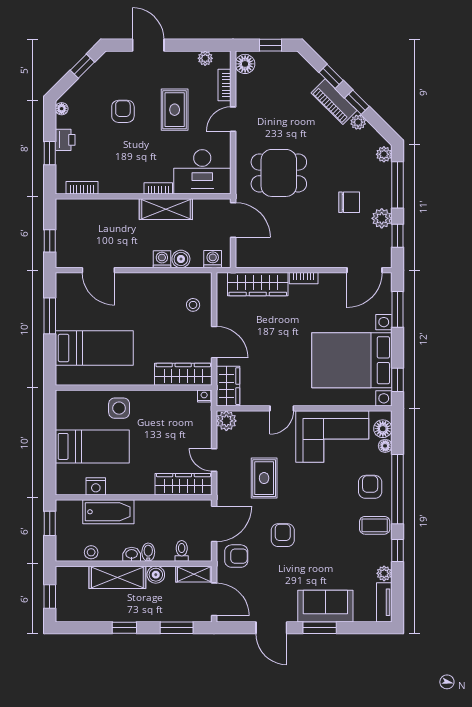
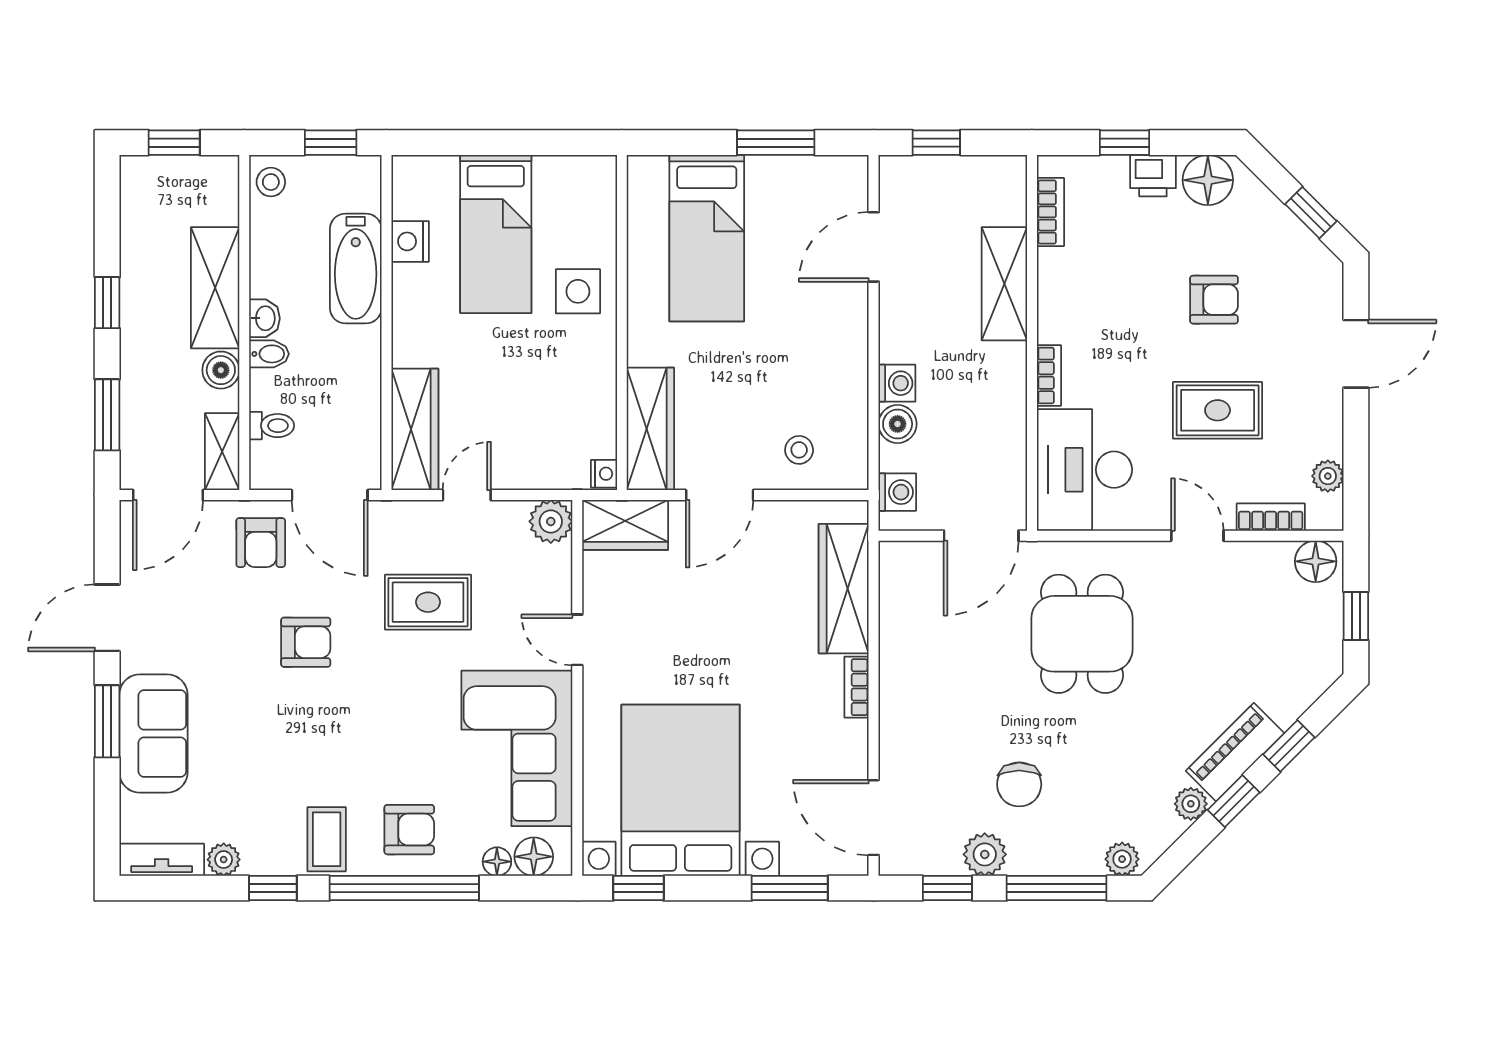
floor lamp: (62, 109) -> (1208, 180), width x1.89, depth x1.89
shelving: (166, 209) -> (1004, 284), moved
stool: (91, 552) -> (271, 182), moved

